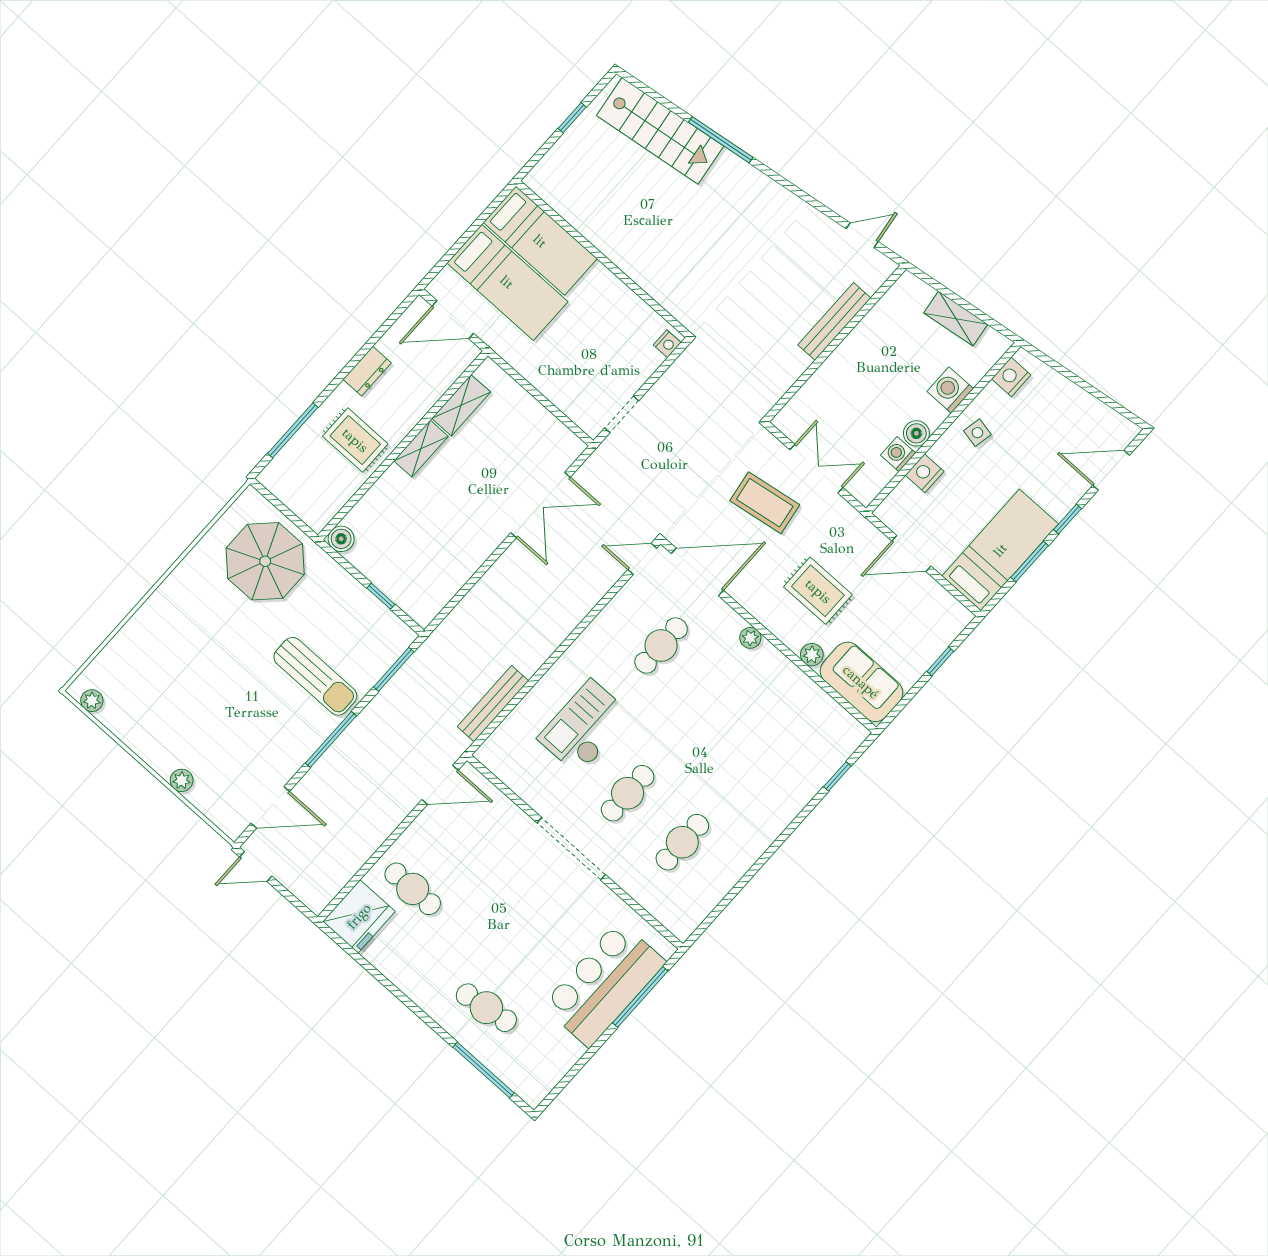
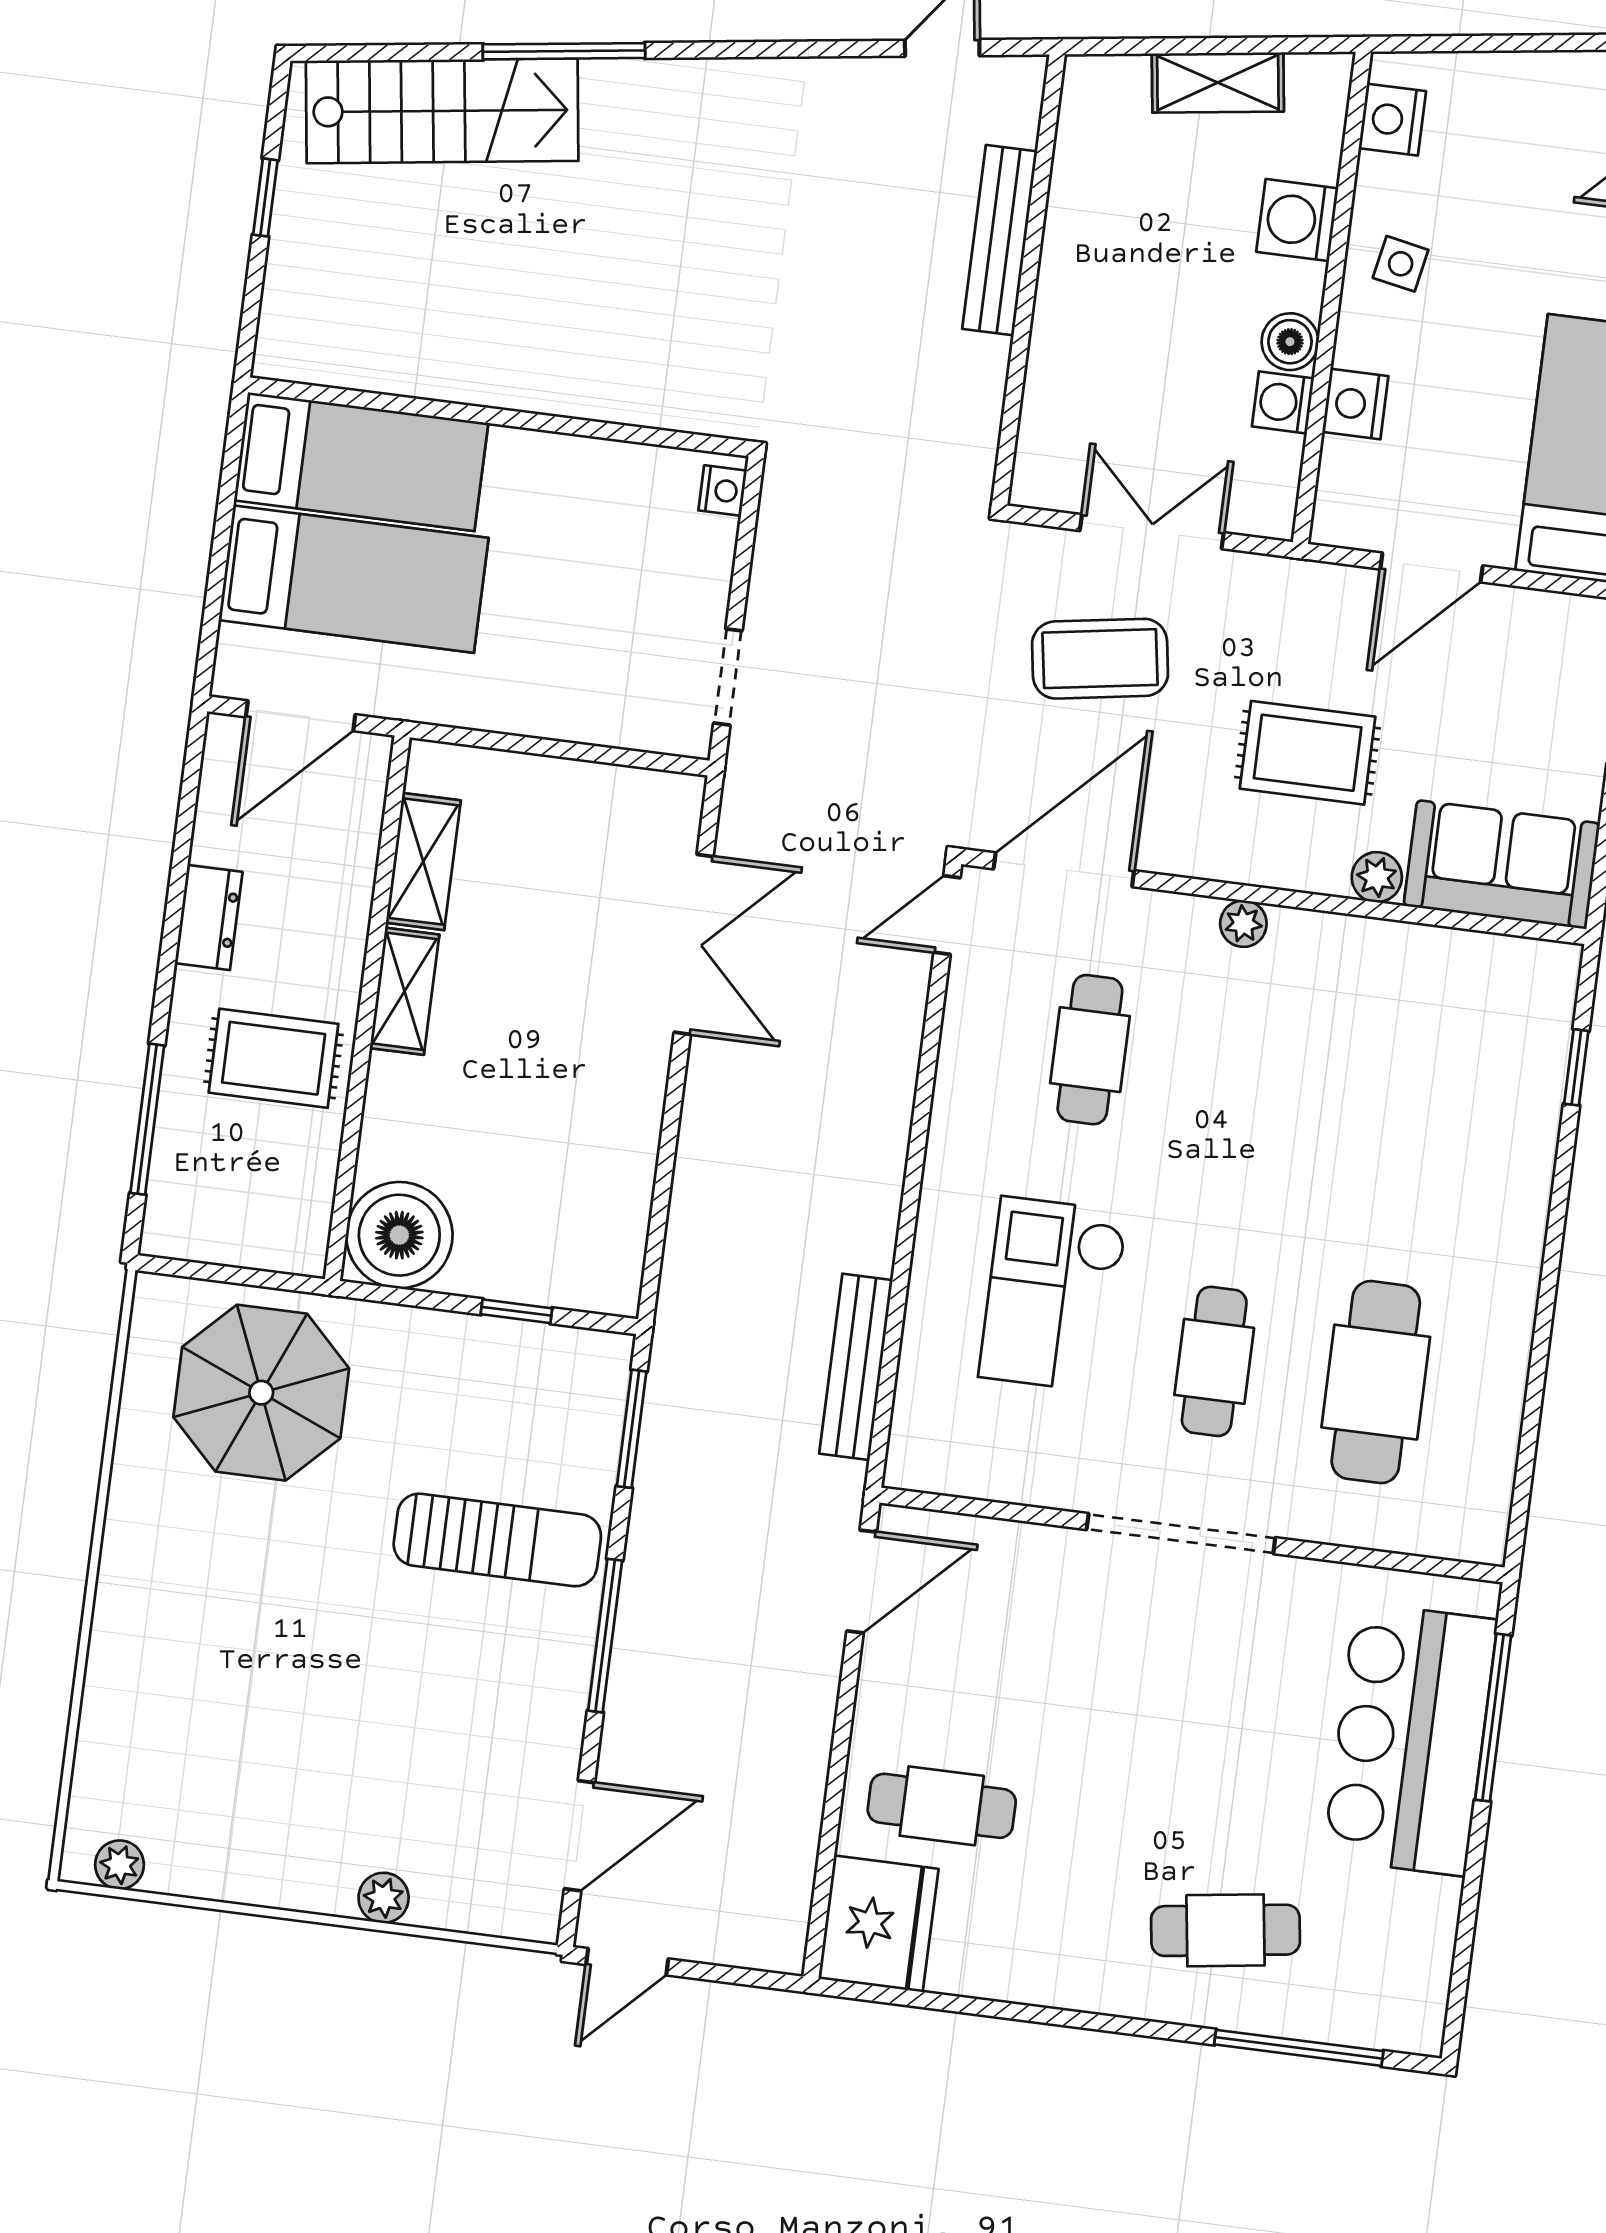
boiler: (341, 539) -> (399, 1235), width x1.86, depth x1.86
cafe table: (682, 842) -> (1376, 1382), width x1.37, depth x1.35

